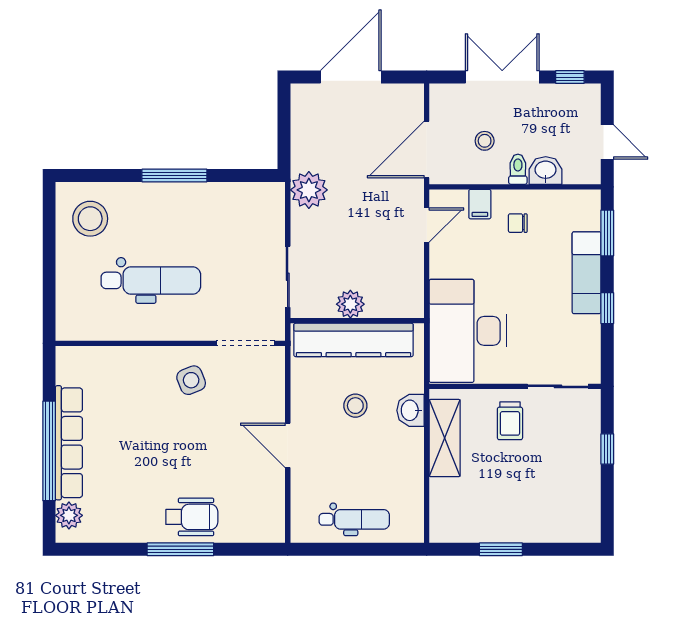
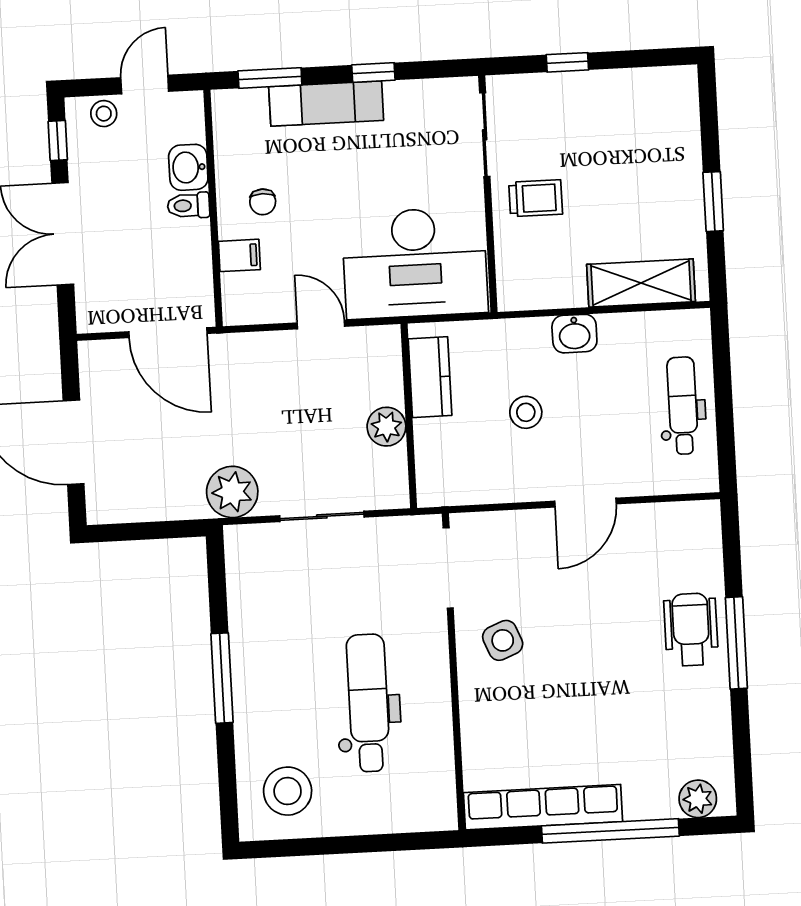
stool: (485, 141) -> (104, 114), moved
door: (427, 225) -> (321, 325), moved
sliding door: (288, 277) -> (322, 516), moved
kitchen counter: (354, 340) -> (430, 377), width x0.48, depth x0.86
washbasin: (411, 410) -> (574, 334), moved
shelving: (445, 438) -> (641, 283), moved
row of seats: (69, 443) -> (543, 807), moved

